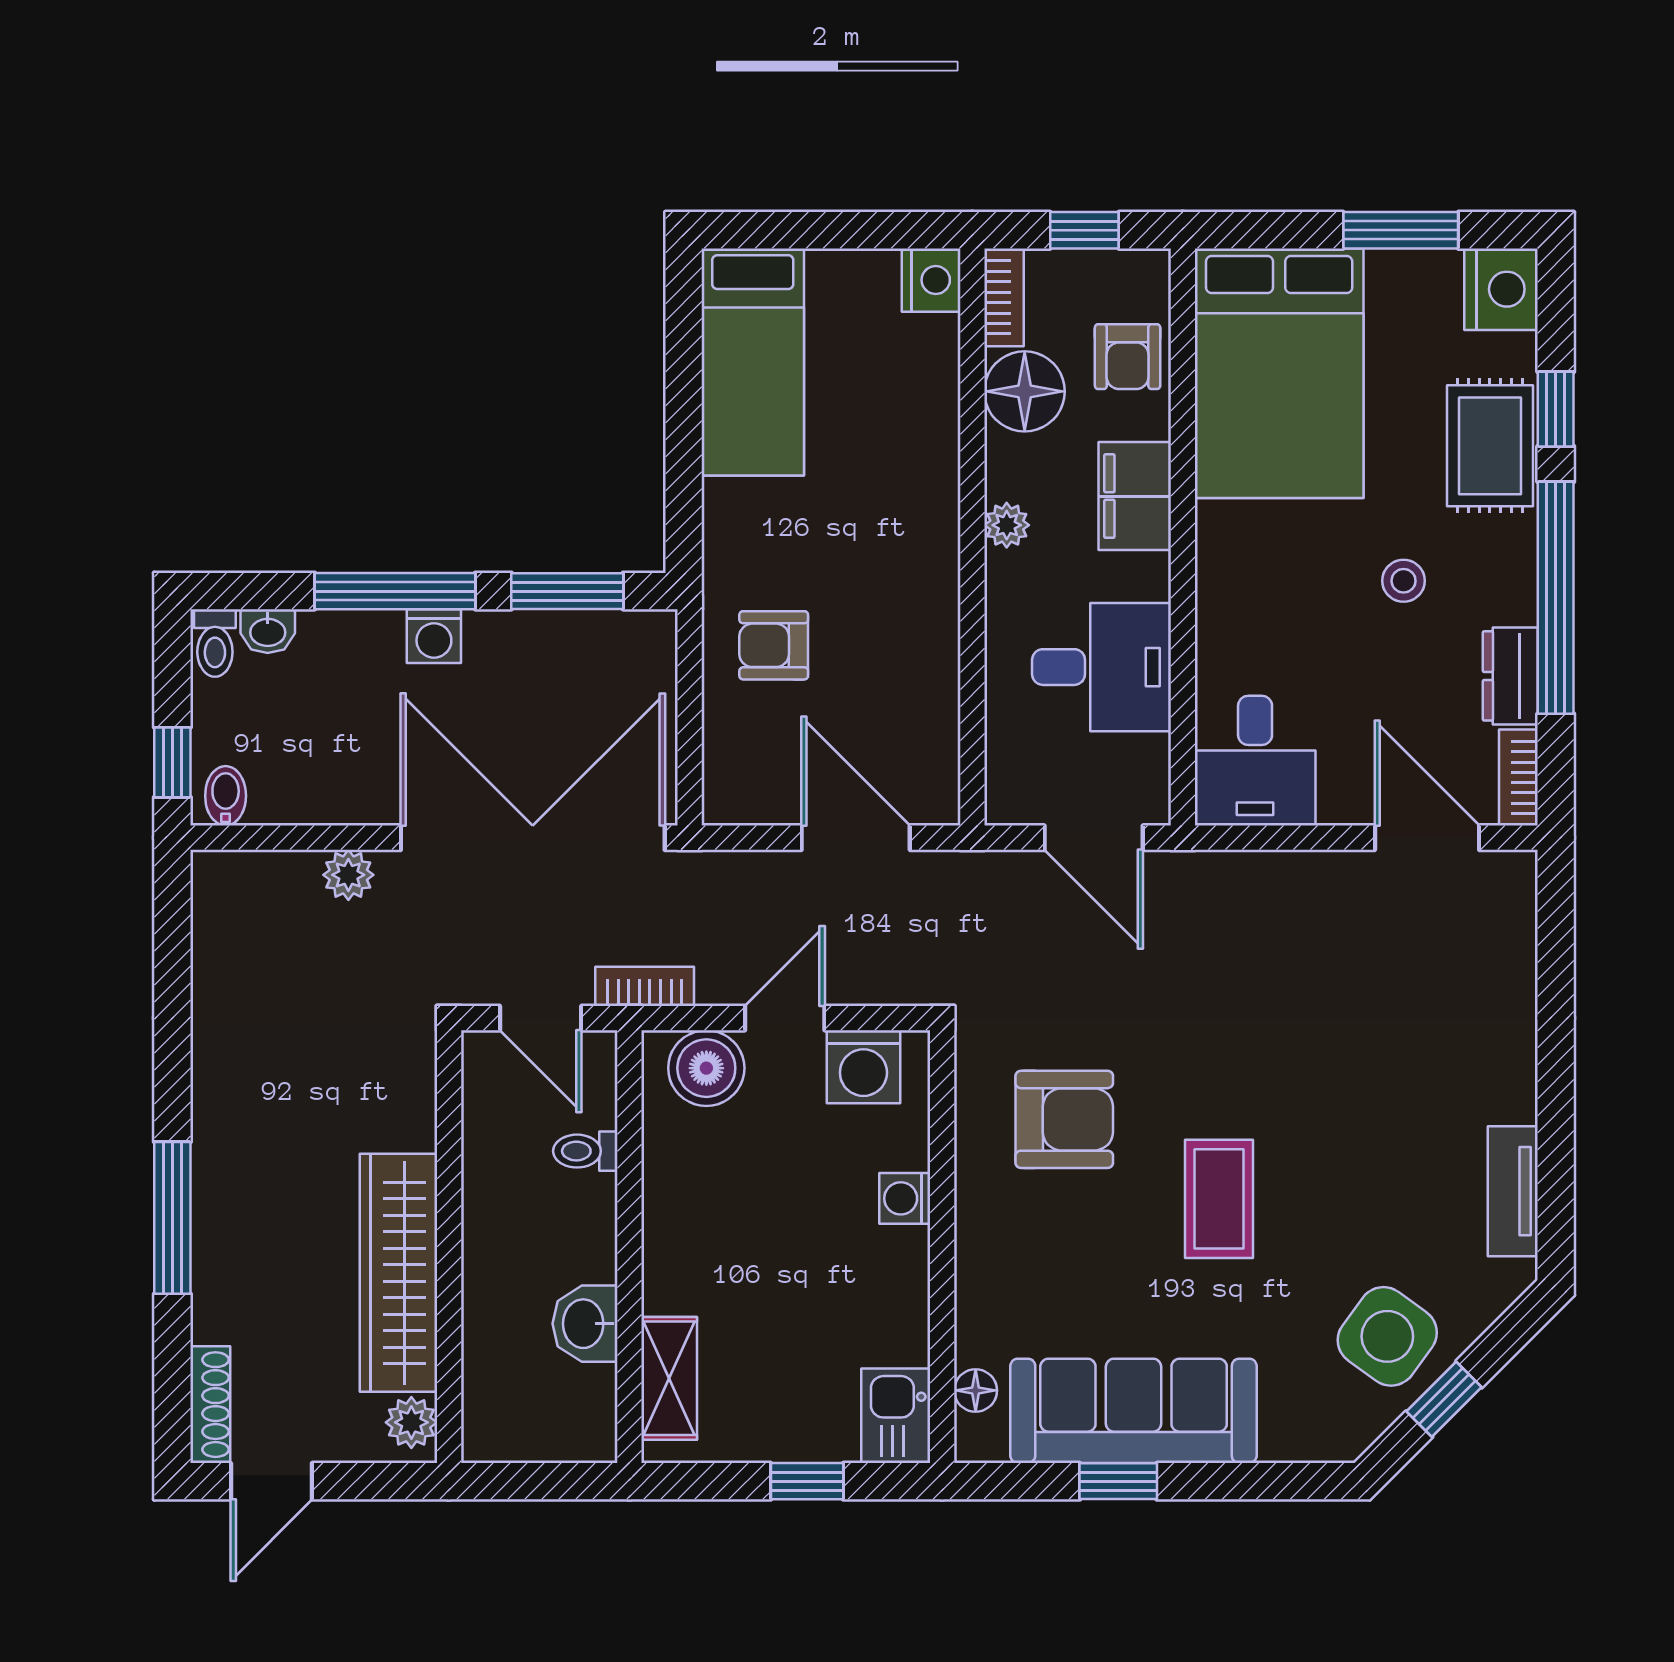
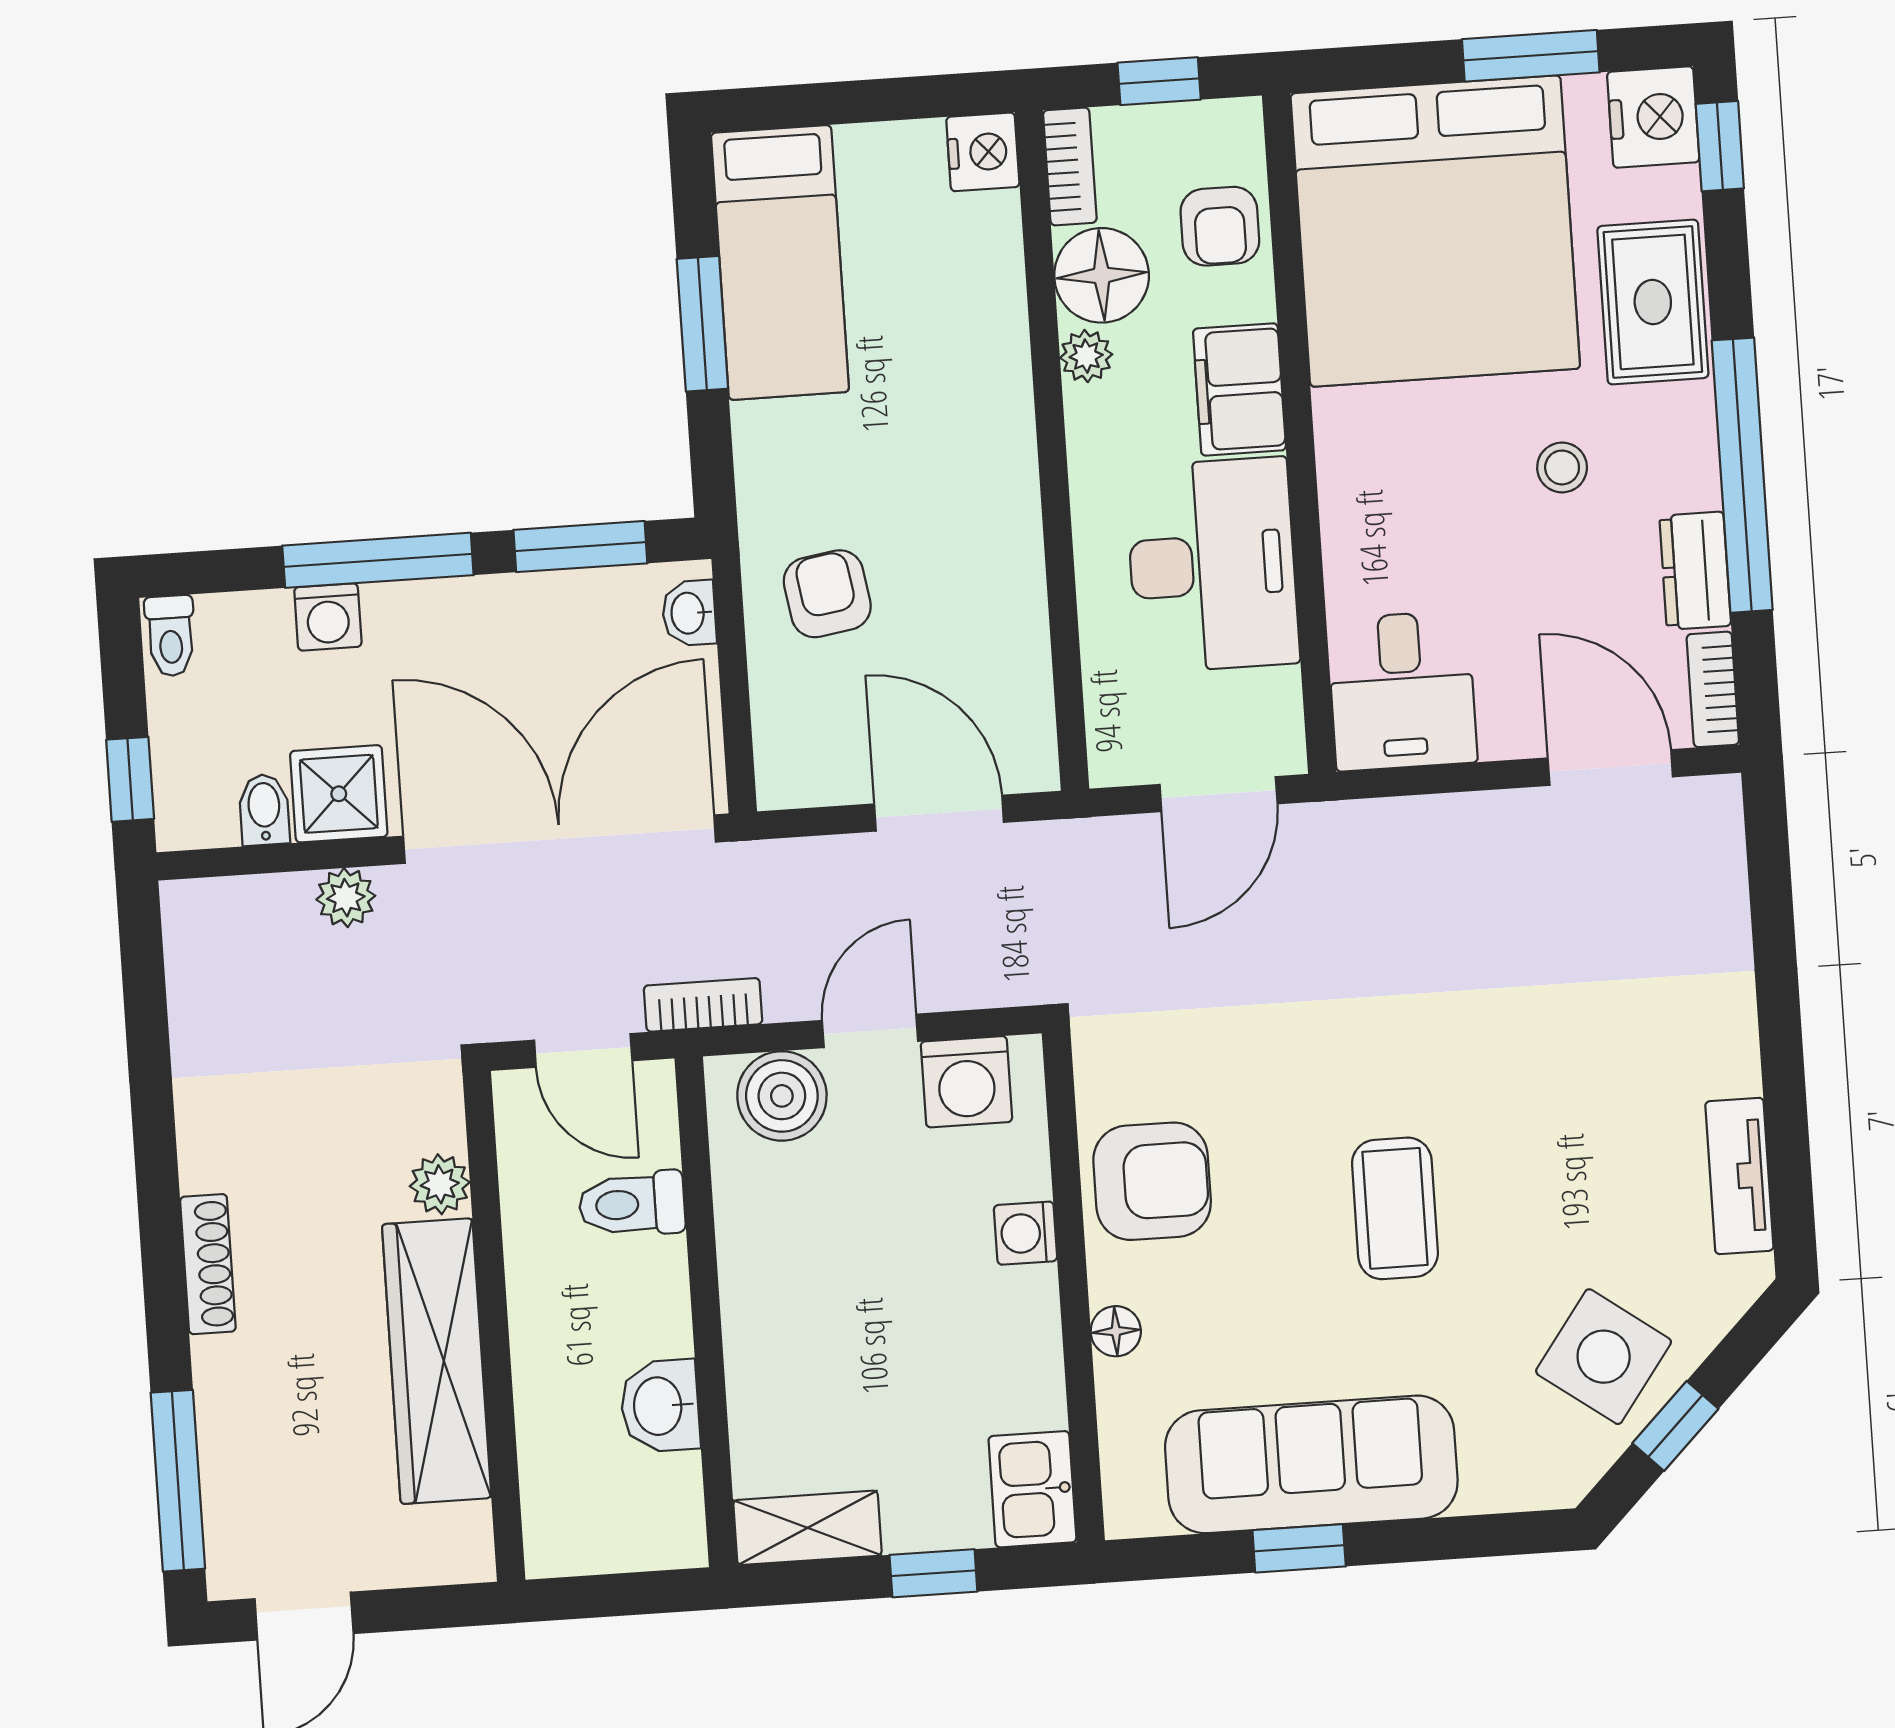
bed: (1279, 373) -> (1435, 231), width x1.36
window: (684, 409) -> (702, 324), added
window: (1556, 409) -> (1720, 146), moved
plant: (1007, 525) -> (1086, 356), moved
washbasin: (268, 631) -> (689, 613), moved, turned 90
washing machine: (434, 636) -> (328, 617), moved
armchair: (774, 645) -> (827, 594), turned 81
desk: (1101, 667) -> (1212, 565), width x1.37
shower: (348, 787) -> (339, 794), added
bidet: (226, 796) -> (264, 810), moved
door: (1094, 838) -> (1219, 794), hinge flipped
armchair: (1064, 1119) -> (1152, 1181), moved
toilet: (585, 1151) -> (632, 1204), width x1.37, depth x1.39
window: (172, 1218) -> (178, 1481), moved
shelving: (669, 1378) -> (807, 1528), moved, turned 90
floor lamp: (976, 1390) -> (1116, 1331), moved
shoe rack: (210, 1405) -> (208, 1264), moved
plant: (411, 1422) -> (440, 1184), moved

